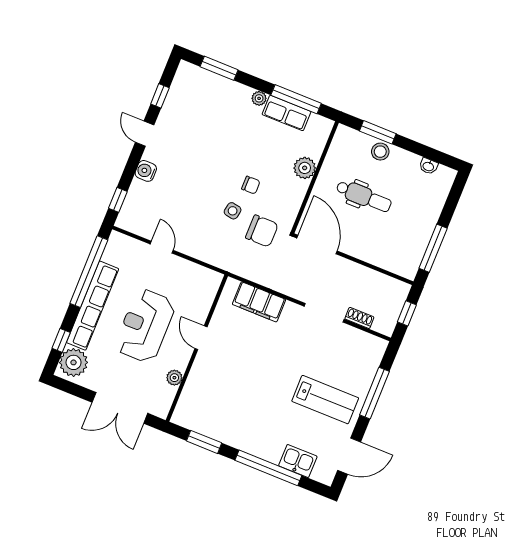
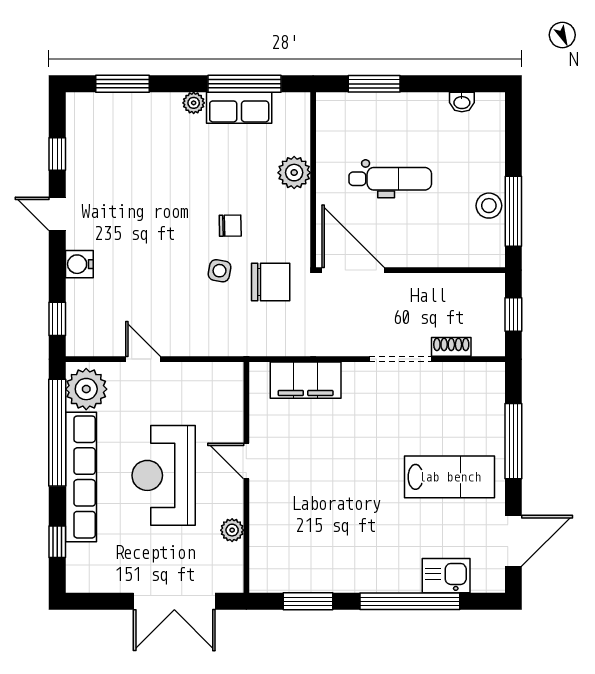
stool: (380, 152) -> (489, 206), moved
plant: (74, 362) -> (86, 389), moved

